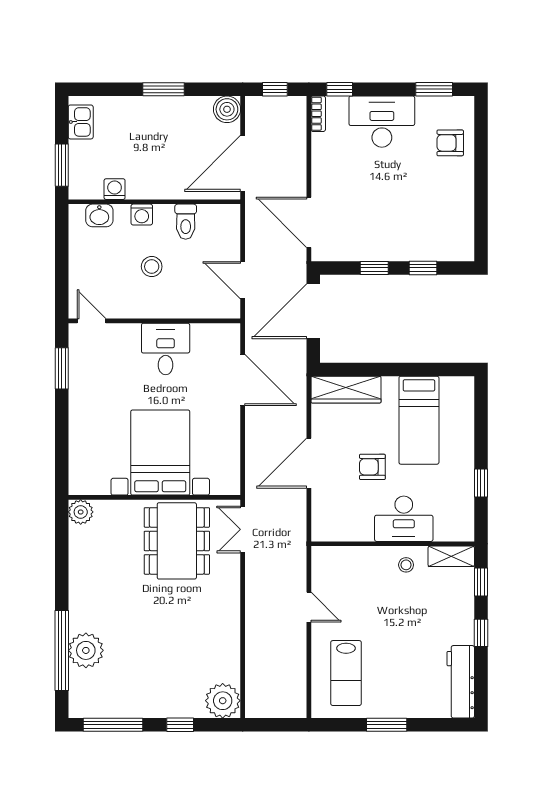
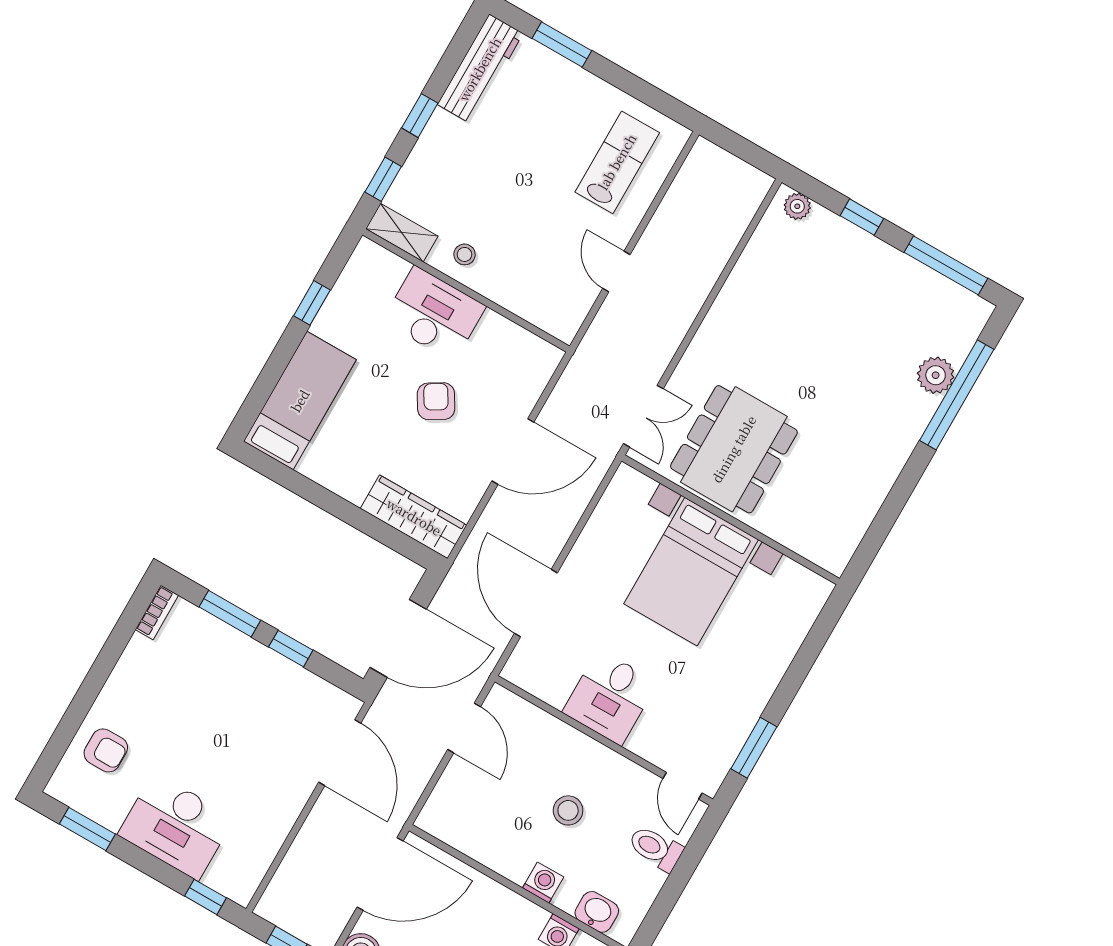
bookcase: (318, 114) -> (157, 612), moved, turned 180
toilet: (186, 222) -> (656, 848), moved, turned -90
window: (423, 268) -> (230, 614), width x1.50
bed: (419, 420) -> (300, 401), moved
armchair: (372, 467) -> (436, 401), turned -121
plant: (81, 512) -> (833, 555), removed
plant: (86, 650) -> (936, 375), width x0.73, depth x0.73
plant: (223, 701) -> (797, 206), width x0.53, depth x0.53
window: (387, 725) -> (562, 44), moved

